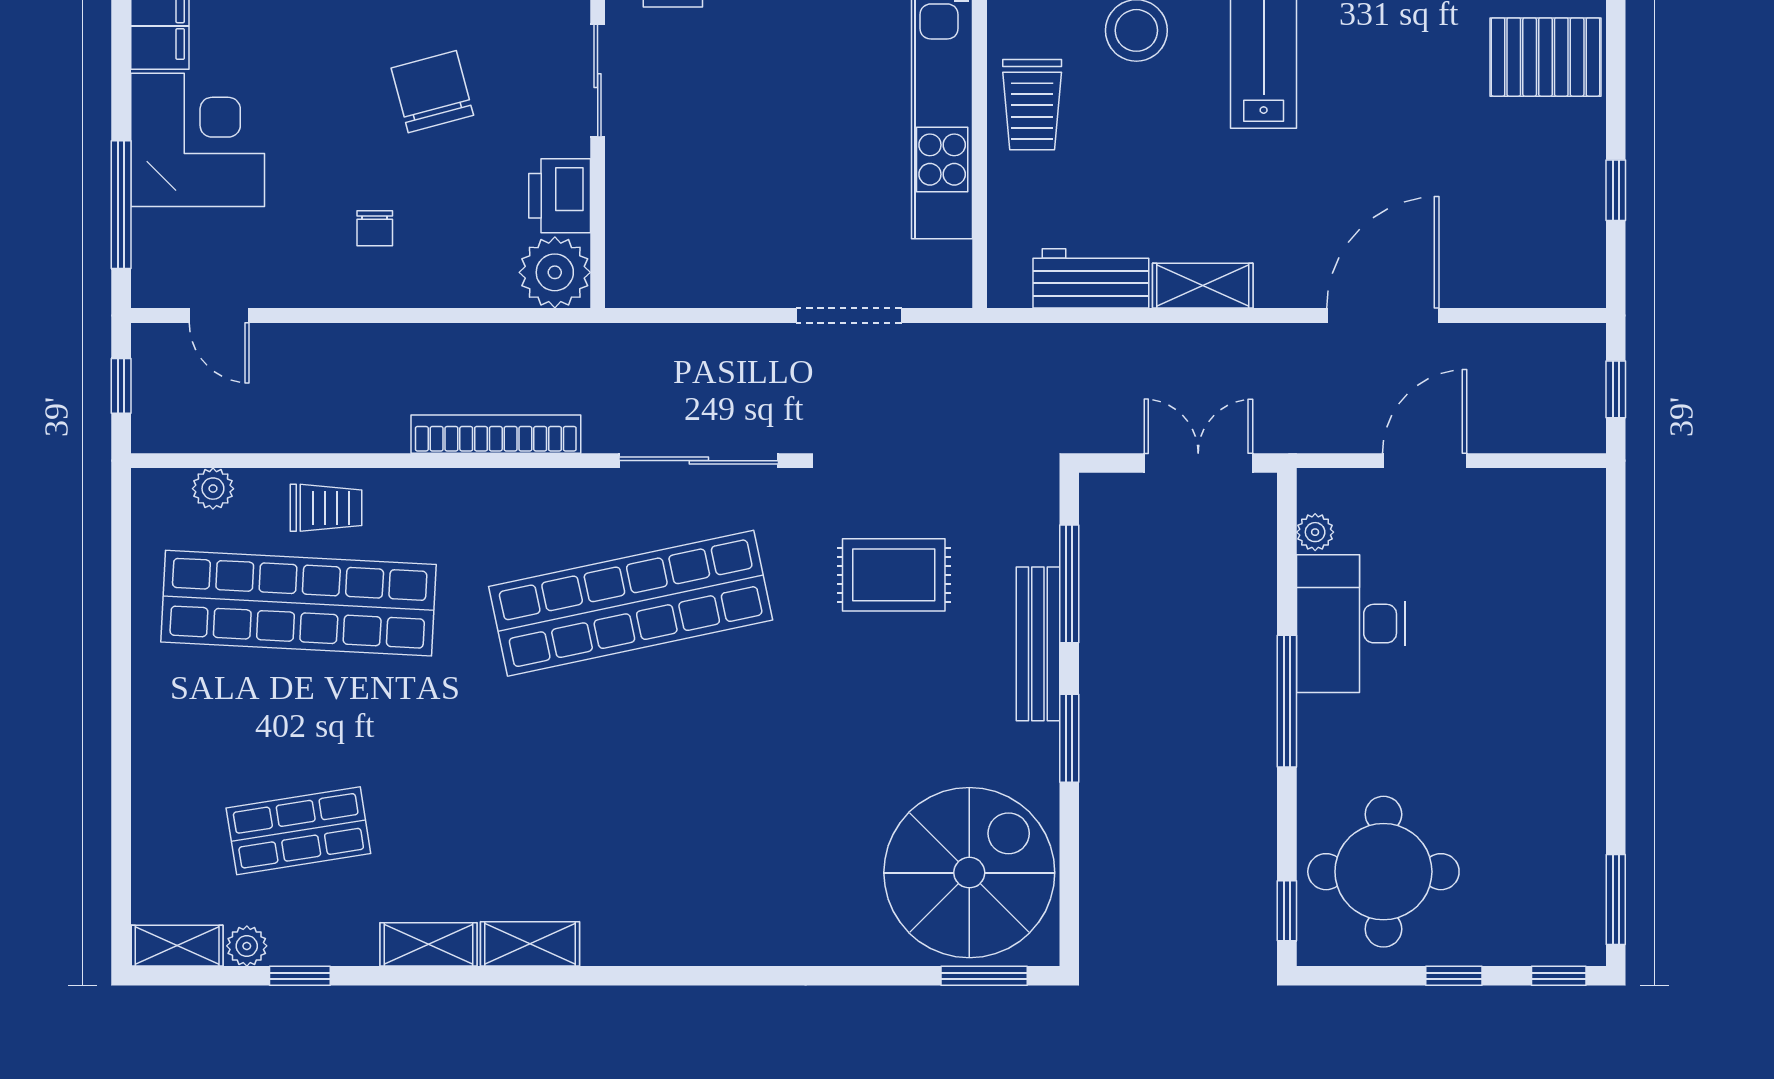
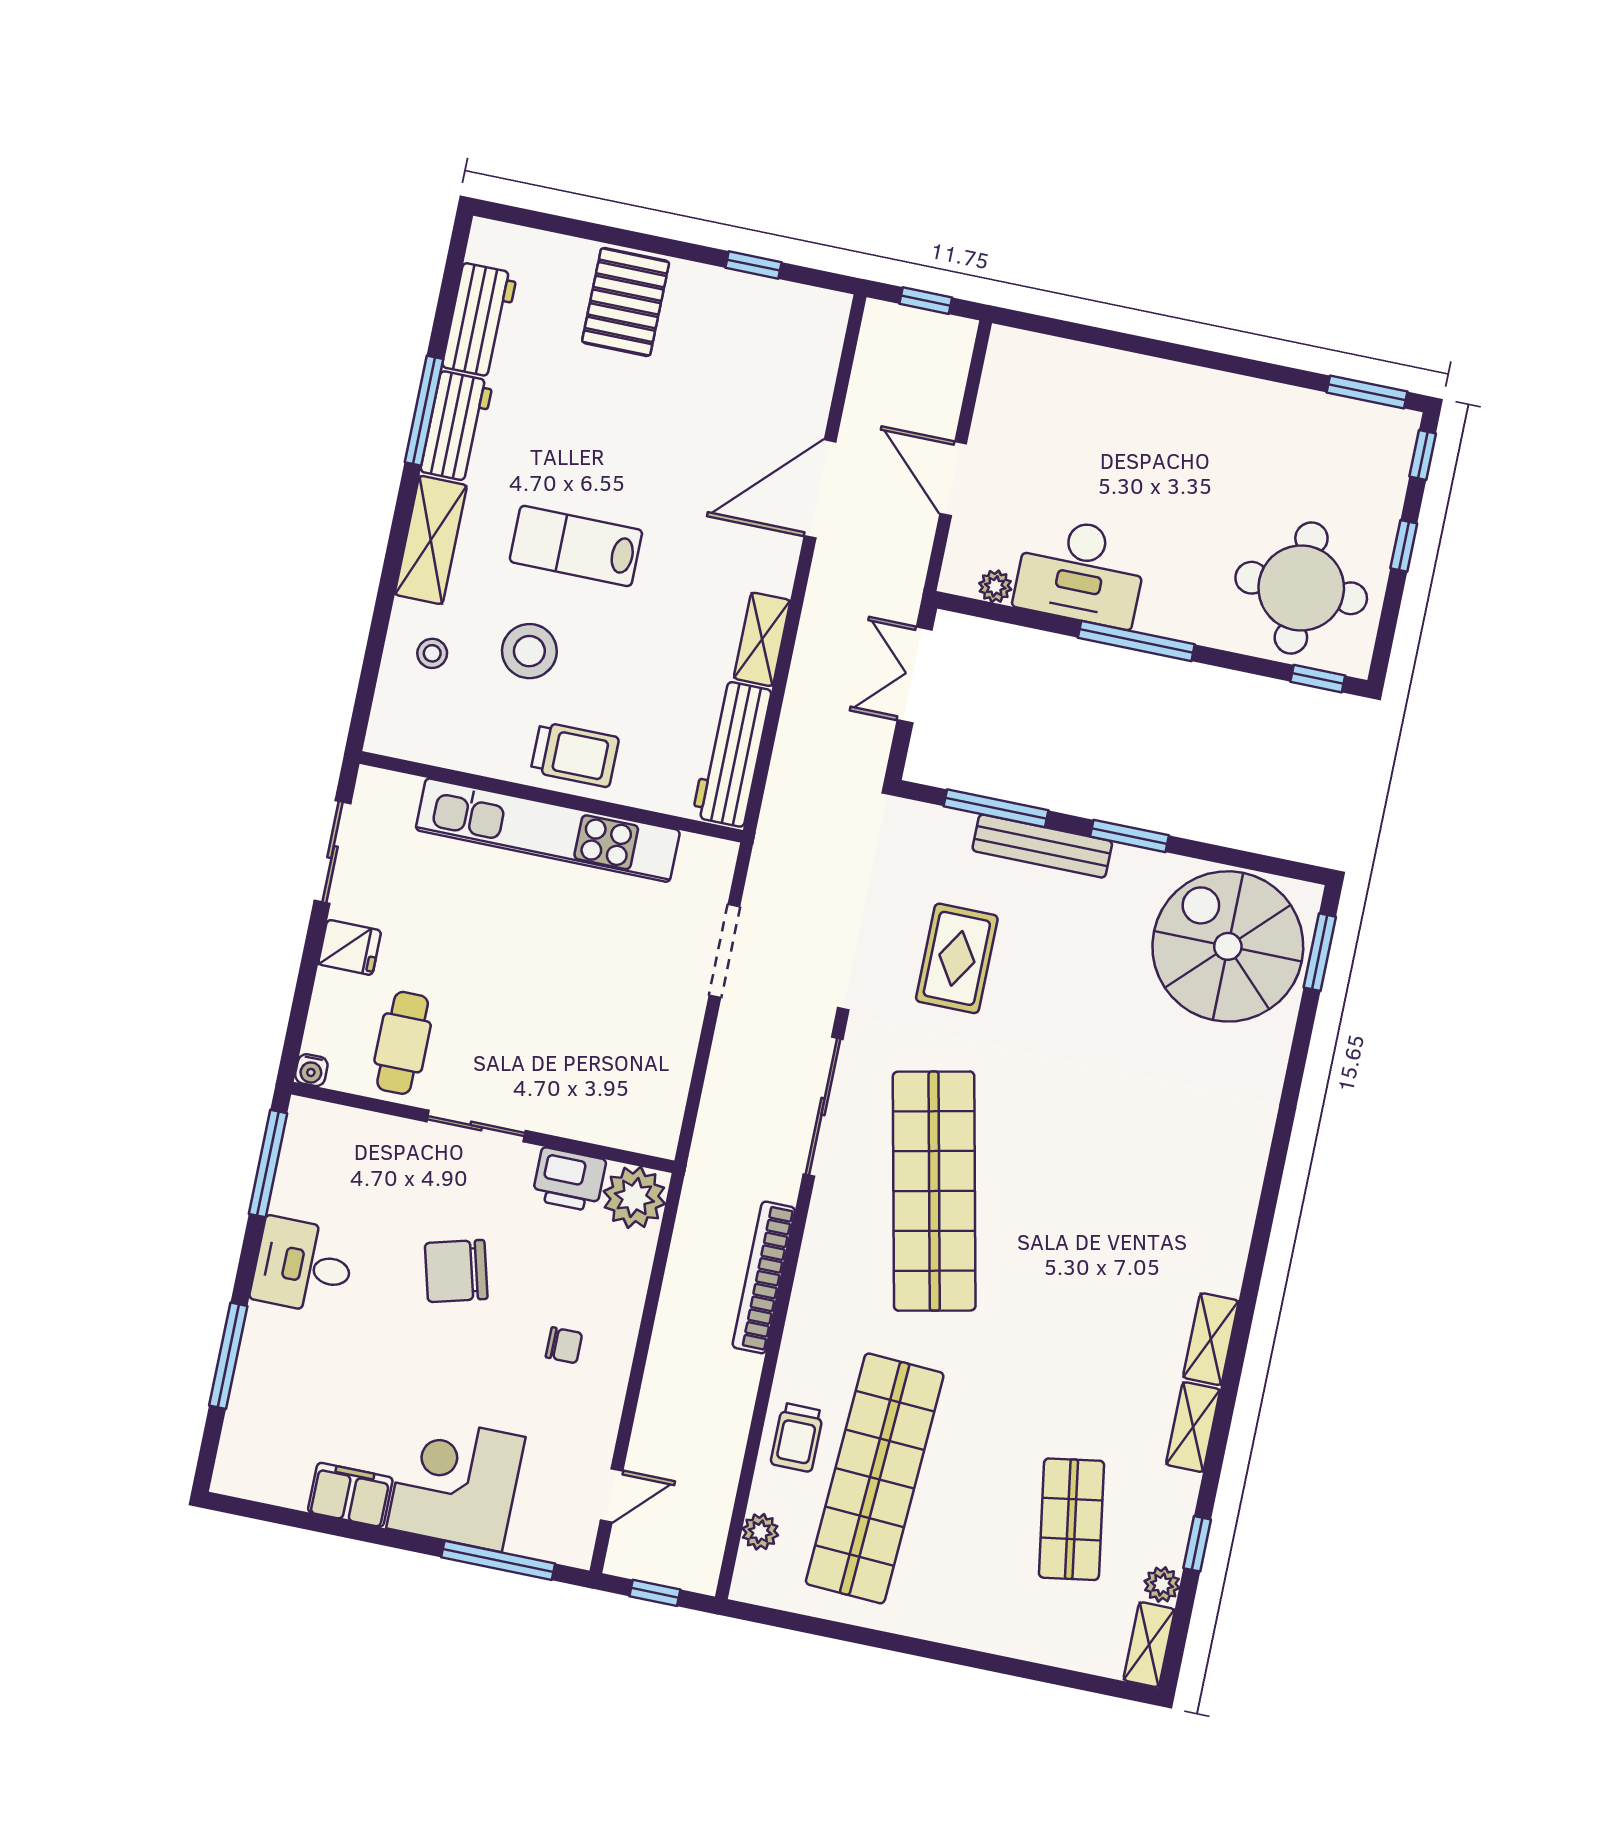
workbench: (1091, 278) -> (732, 754), width x1.38
door: (1383, 316) -> (820, 489), hinge flipped
trolley: (326, 508) -> (797, 1437), turned 180

